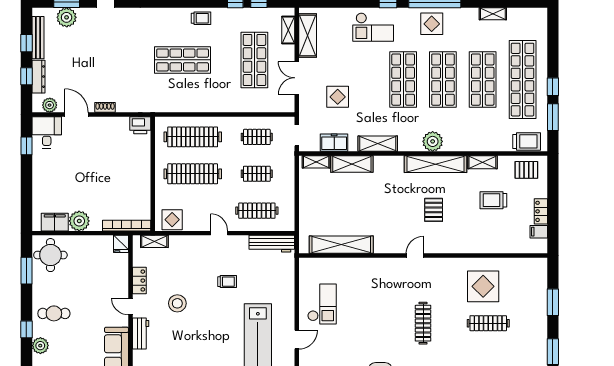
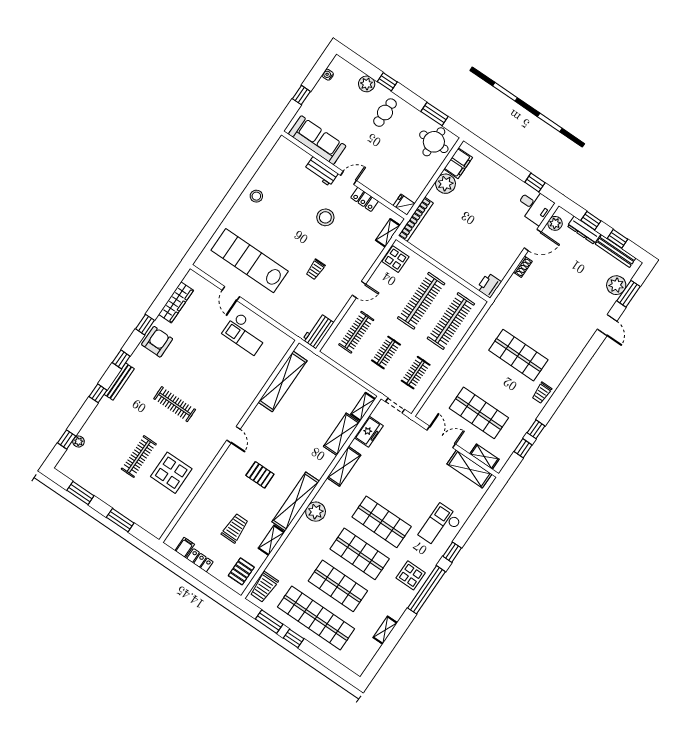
shop shelf: (183, 60) -> (518, 355), turned 90
display table: (338, 97) -> (404, 460), removed
workbench: (272, 244) -> (318, 331), width x0.73

